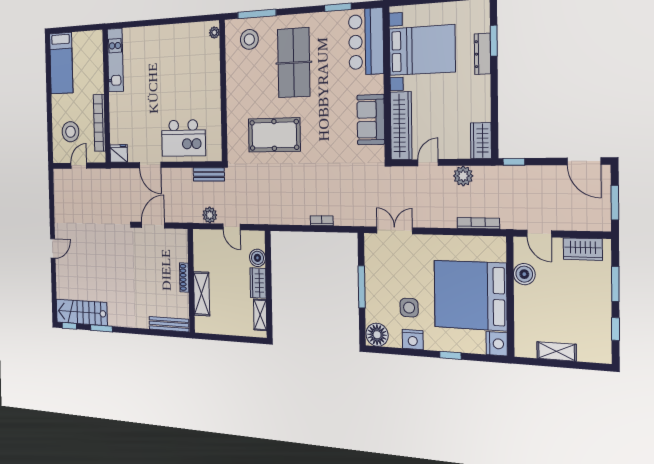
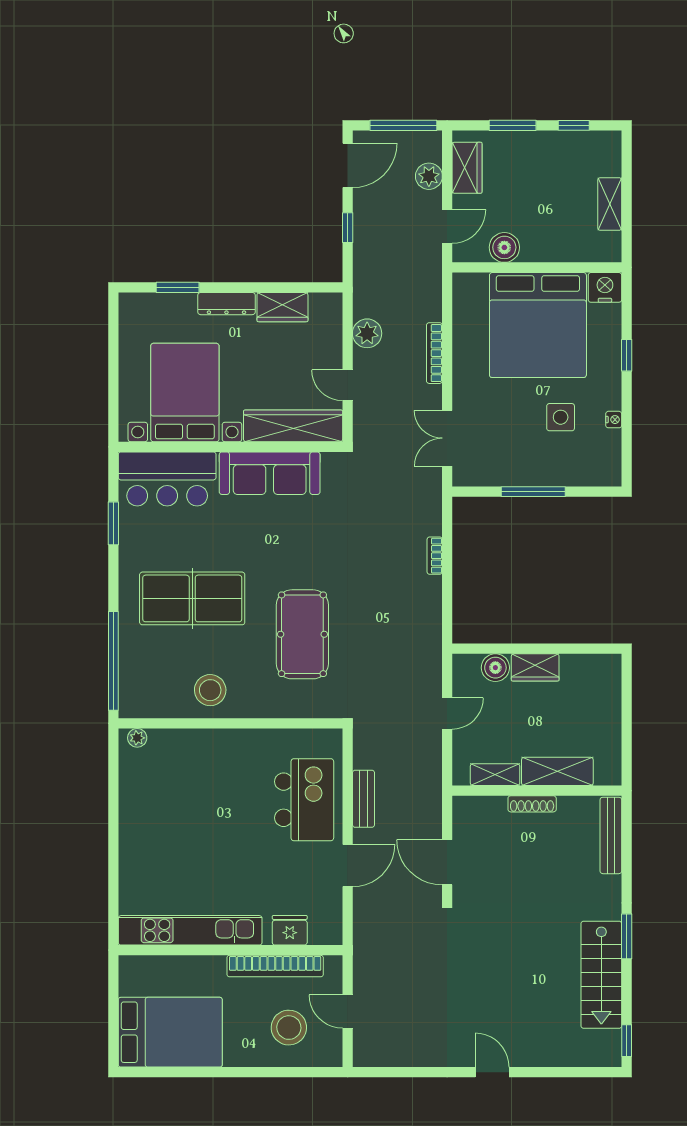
window: (257, 14) -> (113, 661), width x1.46
stool: (249, 39) -> (210, 690), moved
dresser: (482, 54) -> (226, 304), moved
kitchen unit: (115, 60) -> (190, 930), width x1.36
bed: (61, 63) -> (170, 1032), width x1.50
sofa: (371, 120) -> (270, 473), width x1.36
wardrobe: (481, 141) -> (282, 307), moved
fridge: (119, 153) -> (290, 930), moved, turned 90
window: (514, 162) -> (348, 228), moved
bench: (209, 174) -> (363, 799), moved
window: (615, 203) -> (403, 125), width x1.44
plant: (210, 215) -> (429, 176), moved
bookcase: (478, 223) -> (434, 353), moved
stairs: (82, 312) -> (601, 975), moved
shelving: (260, 315) -> (495, 775), moved
window: (101, 328) -> (627, 936), moved
floor lamp: (377, 335) -> (604, 468), removed
nightstand: (413, 339) -> (614, 420), width x0.53, depth x0.56

